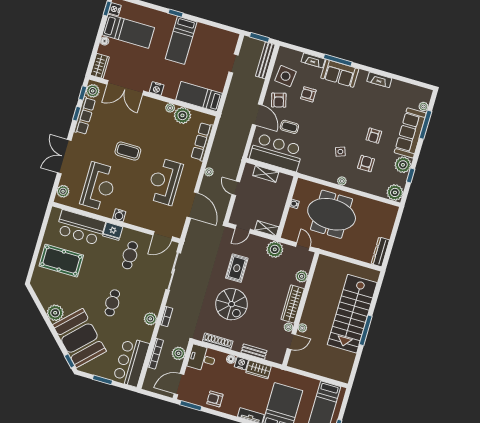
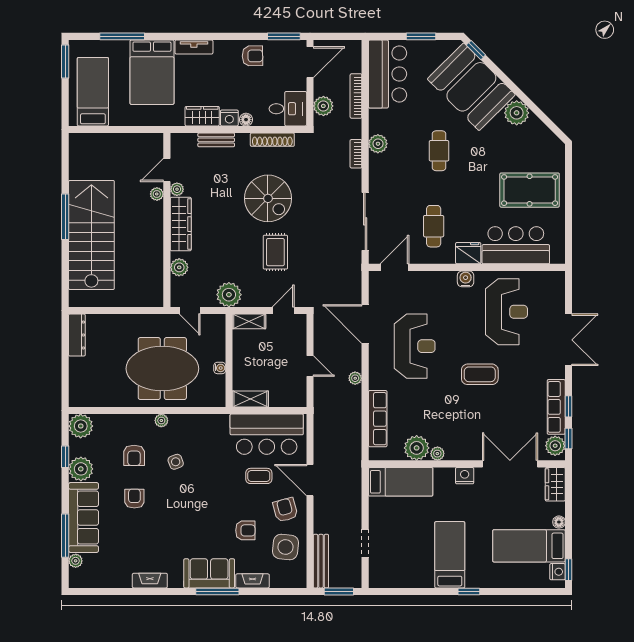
shelving: (266, 174) -> (250, 399), moved
reception desk: (99, 186) -> (506, 312), turned 180
plant: (63, 191) -> (556, 290), removed
spiral stairs: (232, 304) -> (268, 198), turned 180

